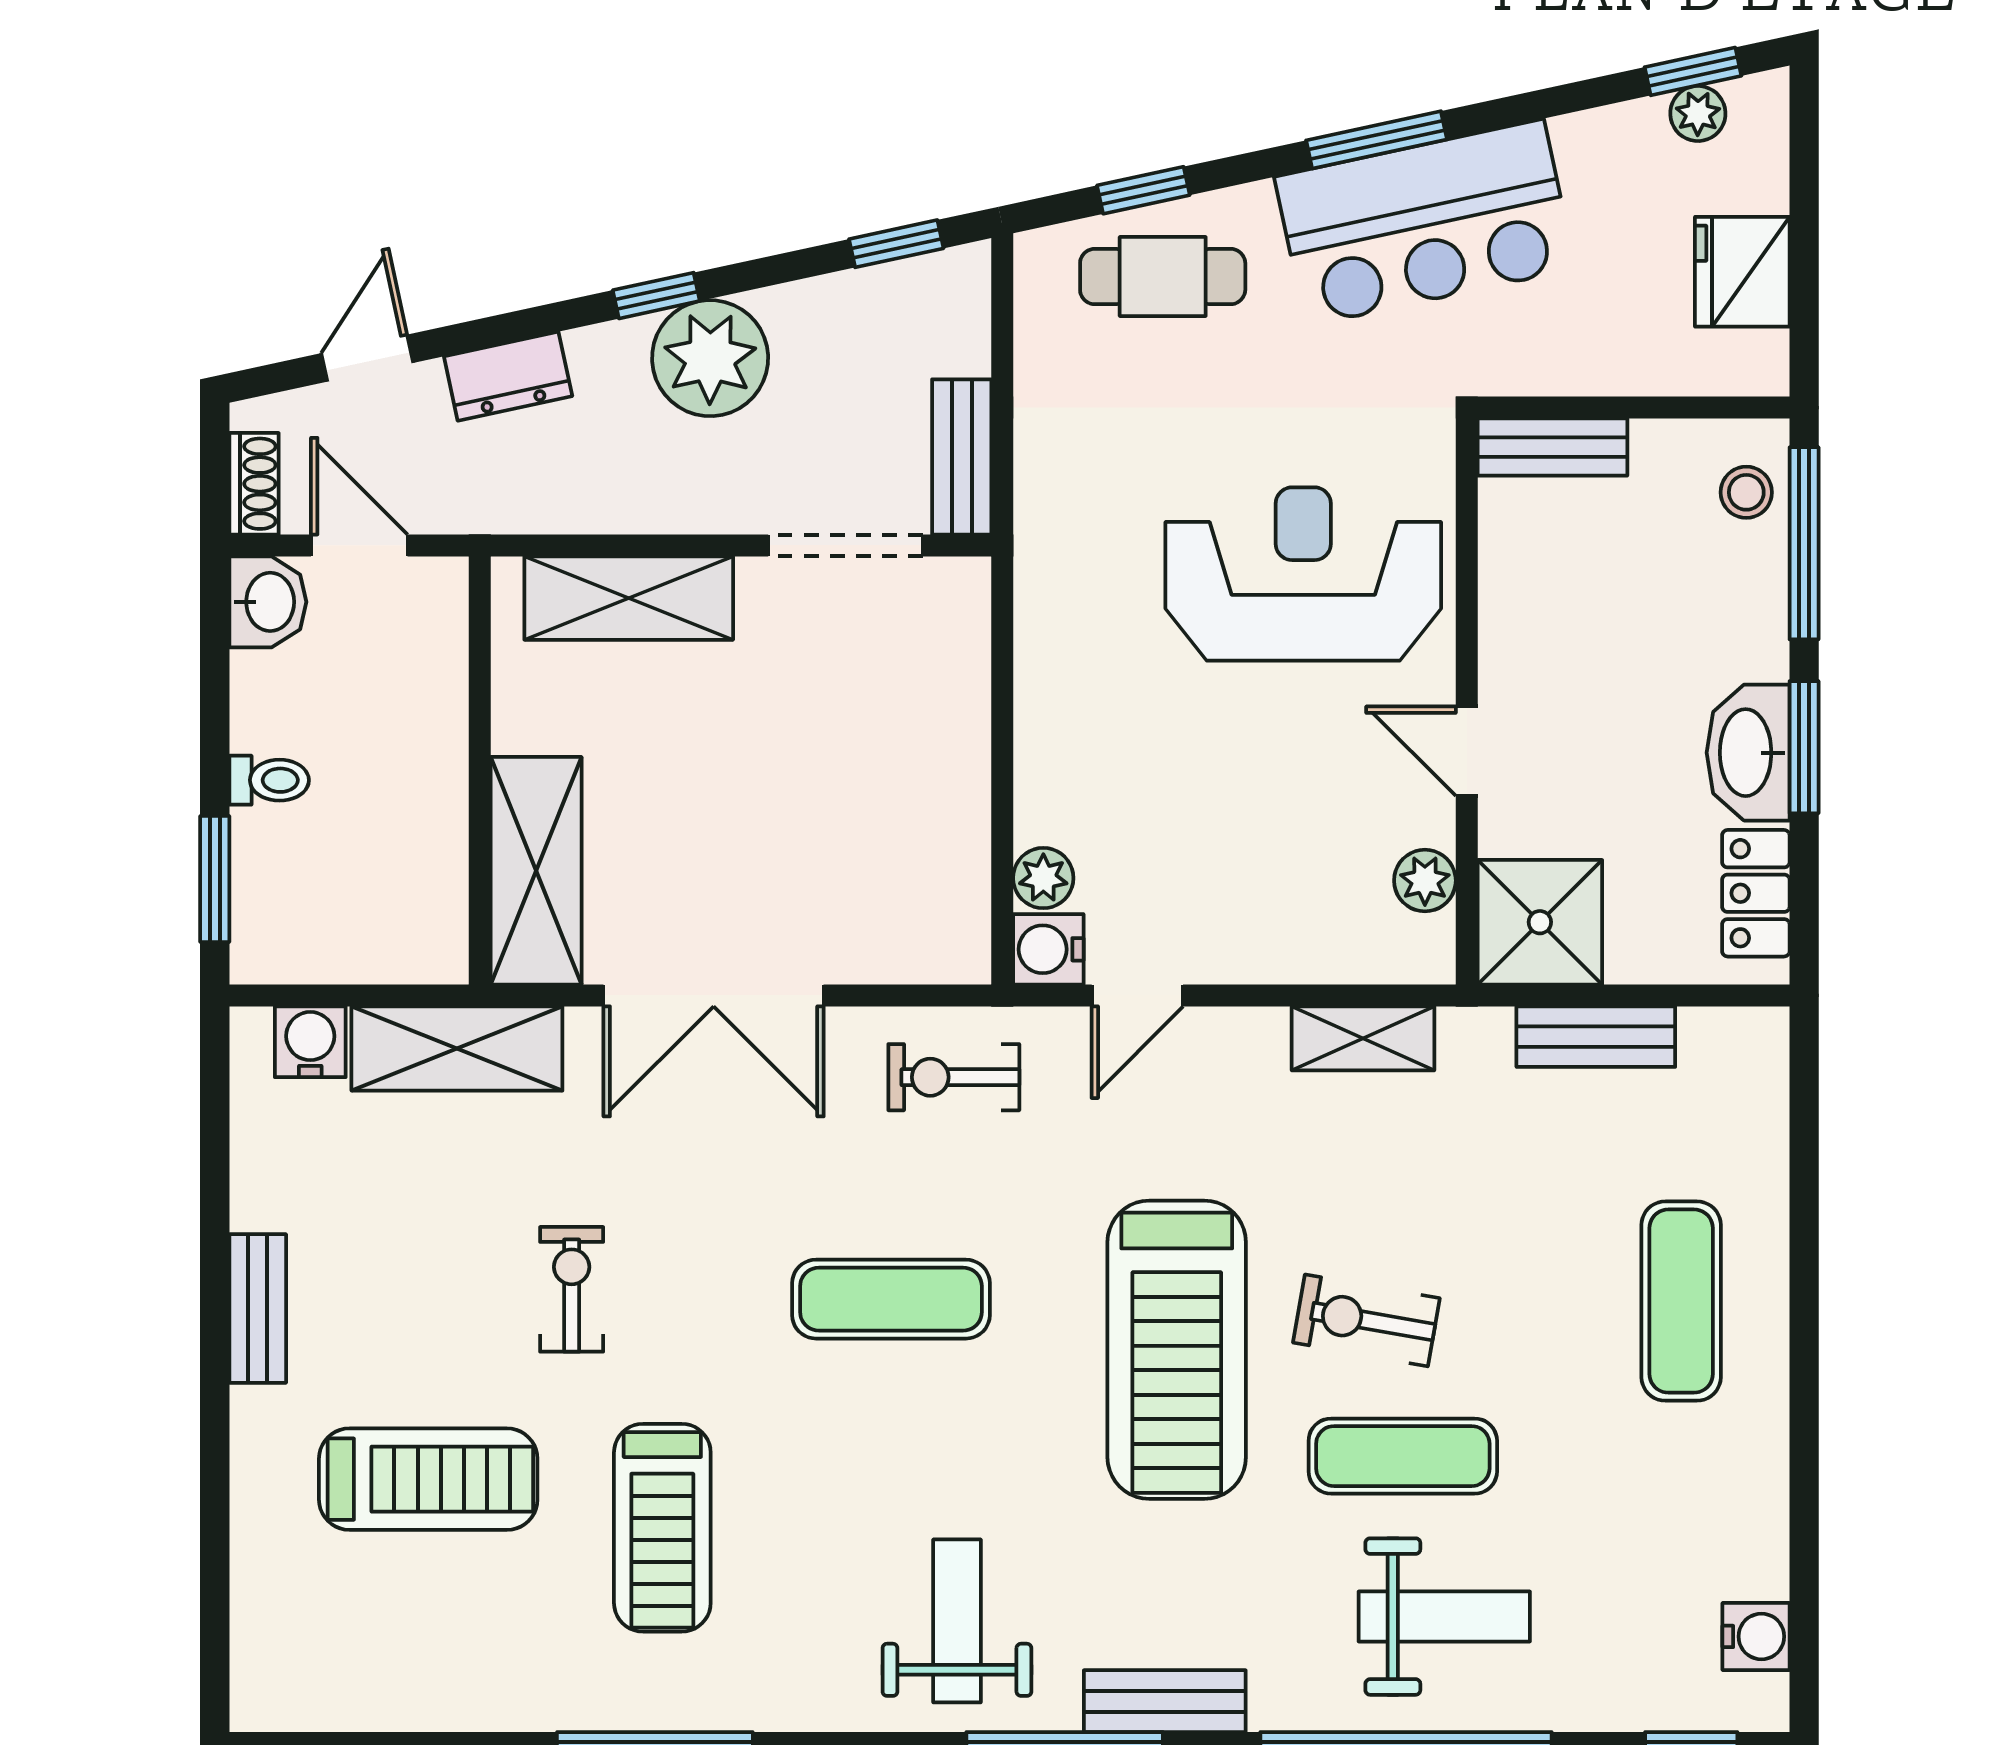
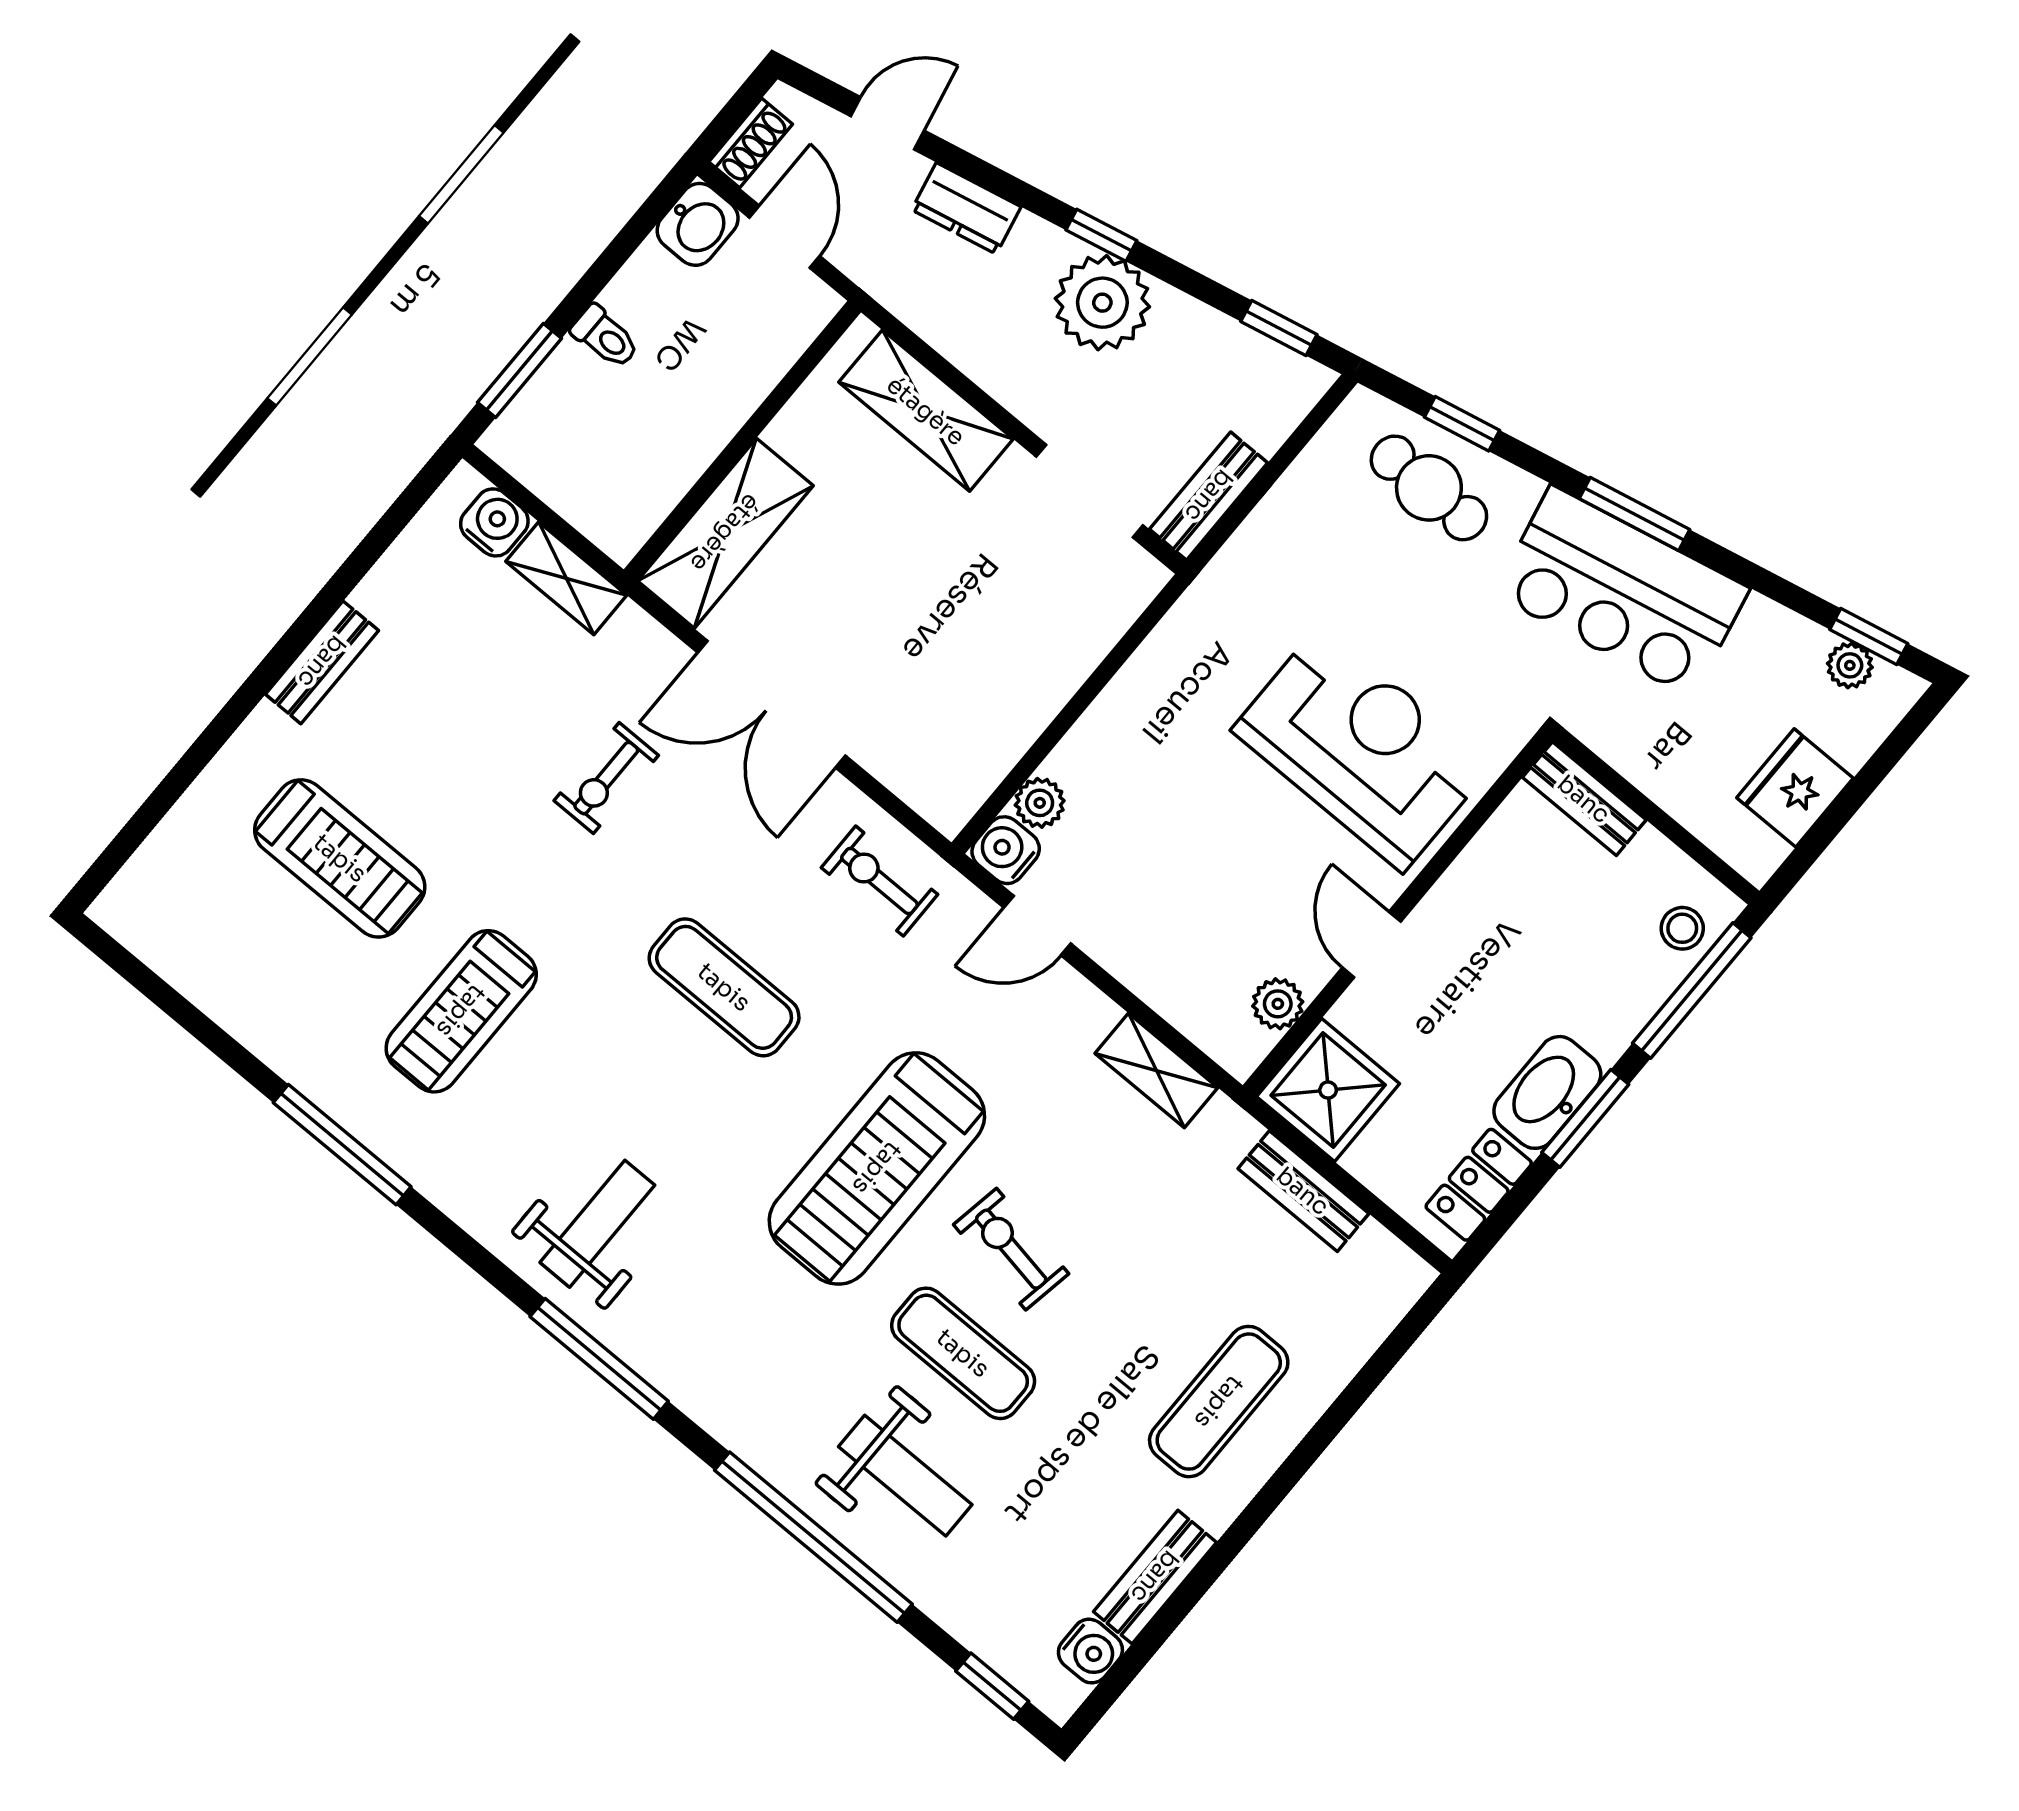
shelving: (457, 1048) -> (566, 578), width x0.67, depth x0.75
exercise bike: (572, 1289) -> (606, 778), moved, turned 180
bench: (1165, 1701) -> (1155, 1577), moved, turned 90

